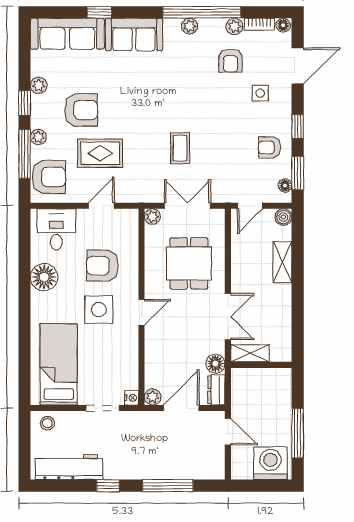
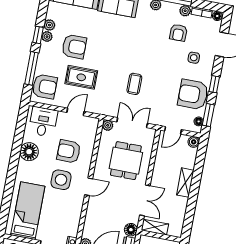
plant: (38, 137) -> (47, 37), moved
armchair: (269, 147) -> (193, 94), width x1.88, depth x1.88
shelving: (282, 262) -> (185, 183), moved

